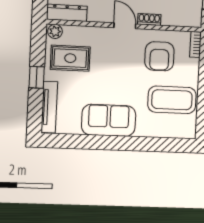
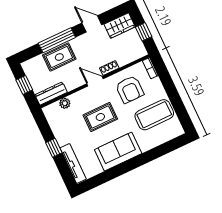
plant: (55, 31) -> (65, 103), moved
rug: (70, 58) -> (100, 117), moved

